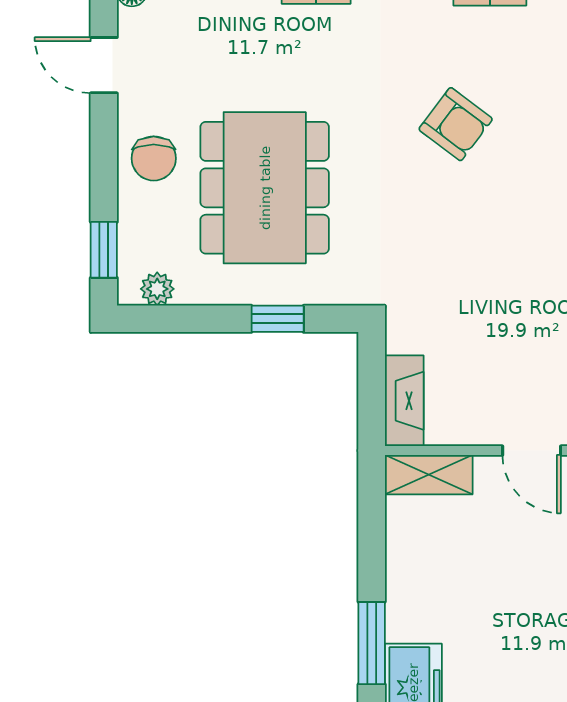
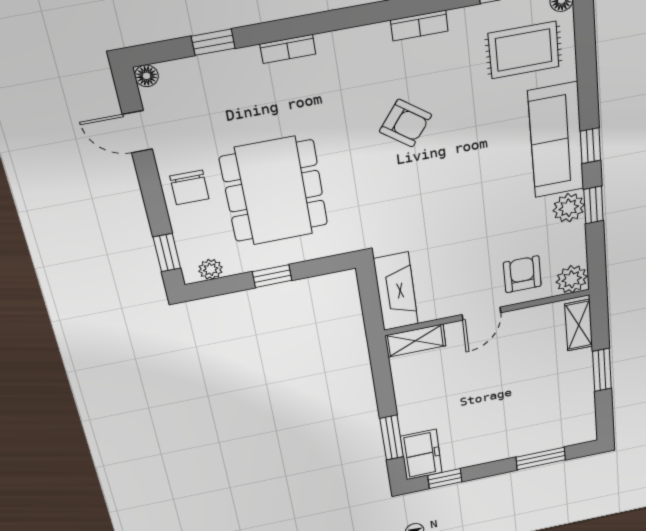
window: (278, 319) -> (272, 276), moved
fireplace: (404, 401) -> (396, 292), width x1.37, depth x1.32
door: (532, 451) -> (481, 314), hinge flipped

